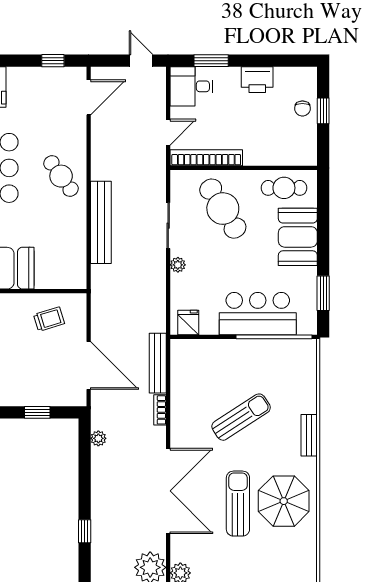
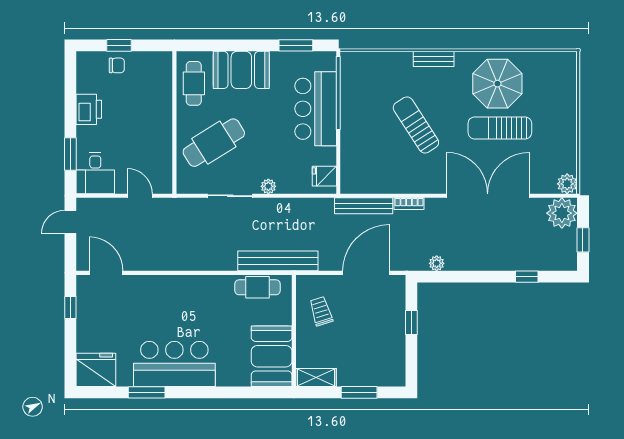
bookcase: (206, 158) -> (165, 159), removed
cafe table: (61, 176) -> (258, 287), moved, turned 36
bench: (101, 222) -> (278, 261), moved

